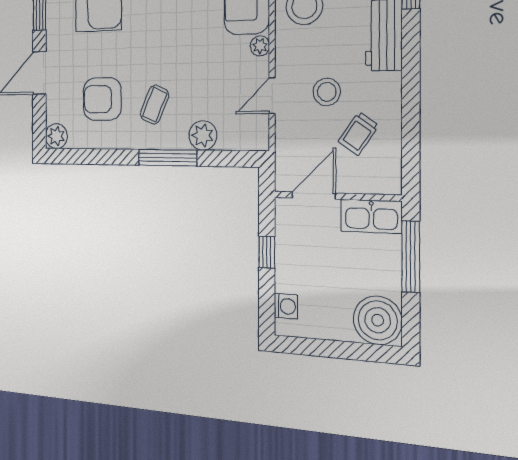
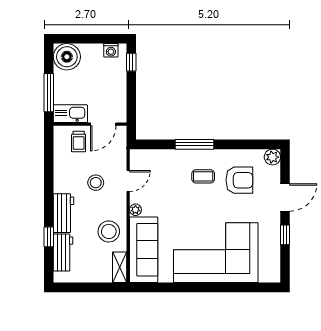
coffee table: (155, 105) -> (203, 176), turned 66
trolley: (358, 134) -> (79, 142), moved, turned 145
plant: (203, 135) -> (171, 158), removed
window: (267, 252) -> (131, 62), moved
washing machine: (286, 306) -> (111, 50), moved, turned -90

